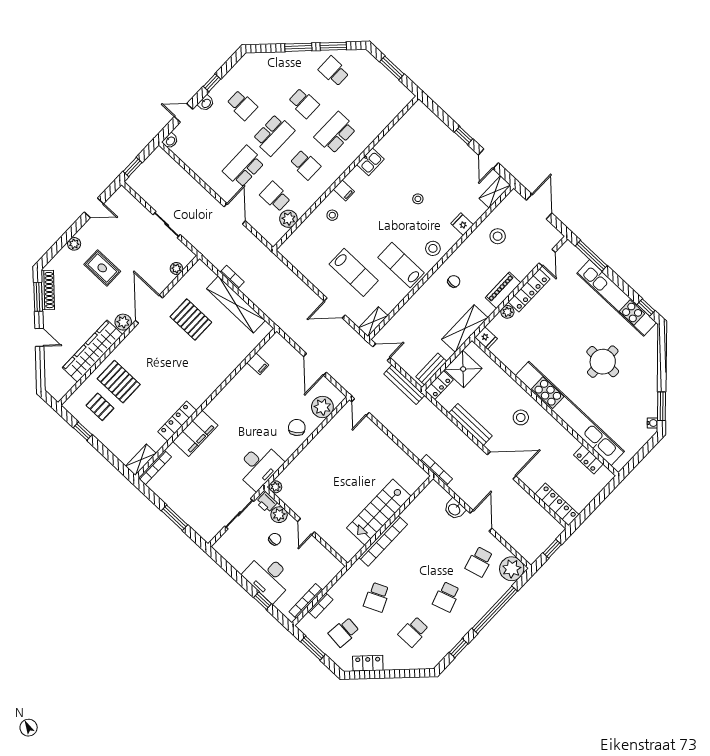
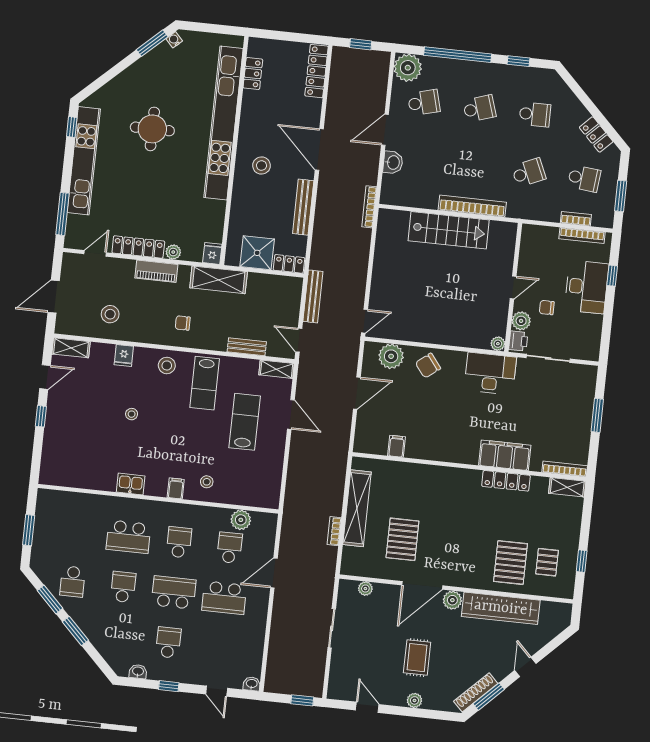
washbasin: (206, 103) -> (138, 672), moved
school desk: (275, 197) -> (230, 548), turned 180
bench: (431, 369) -> (247, 347), moved

